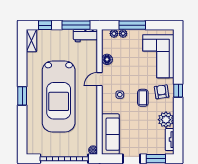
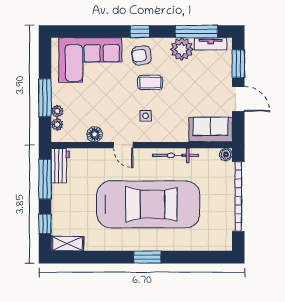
bicycle: (92, 115) -> (175, 155), added
window: (178, 130) -> (197, 32), added
sofa: (110, 134) -> (211, 129), width x0.73

